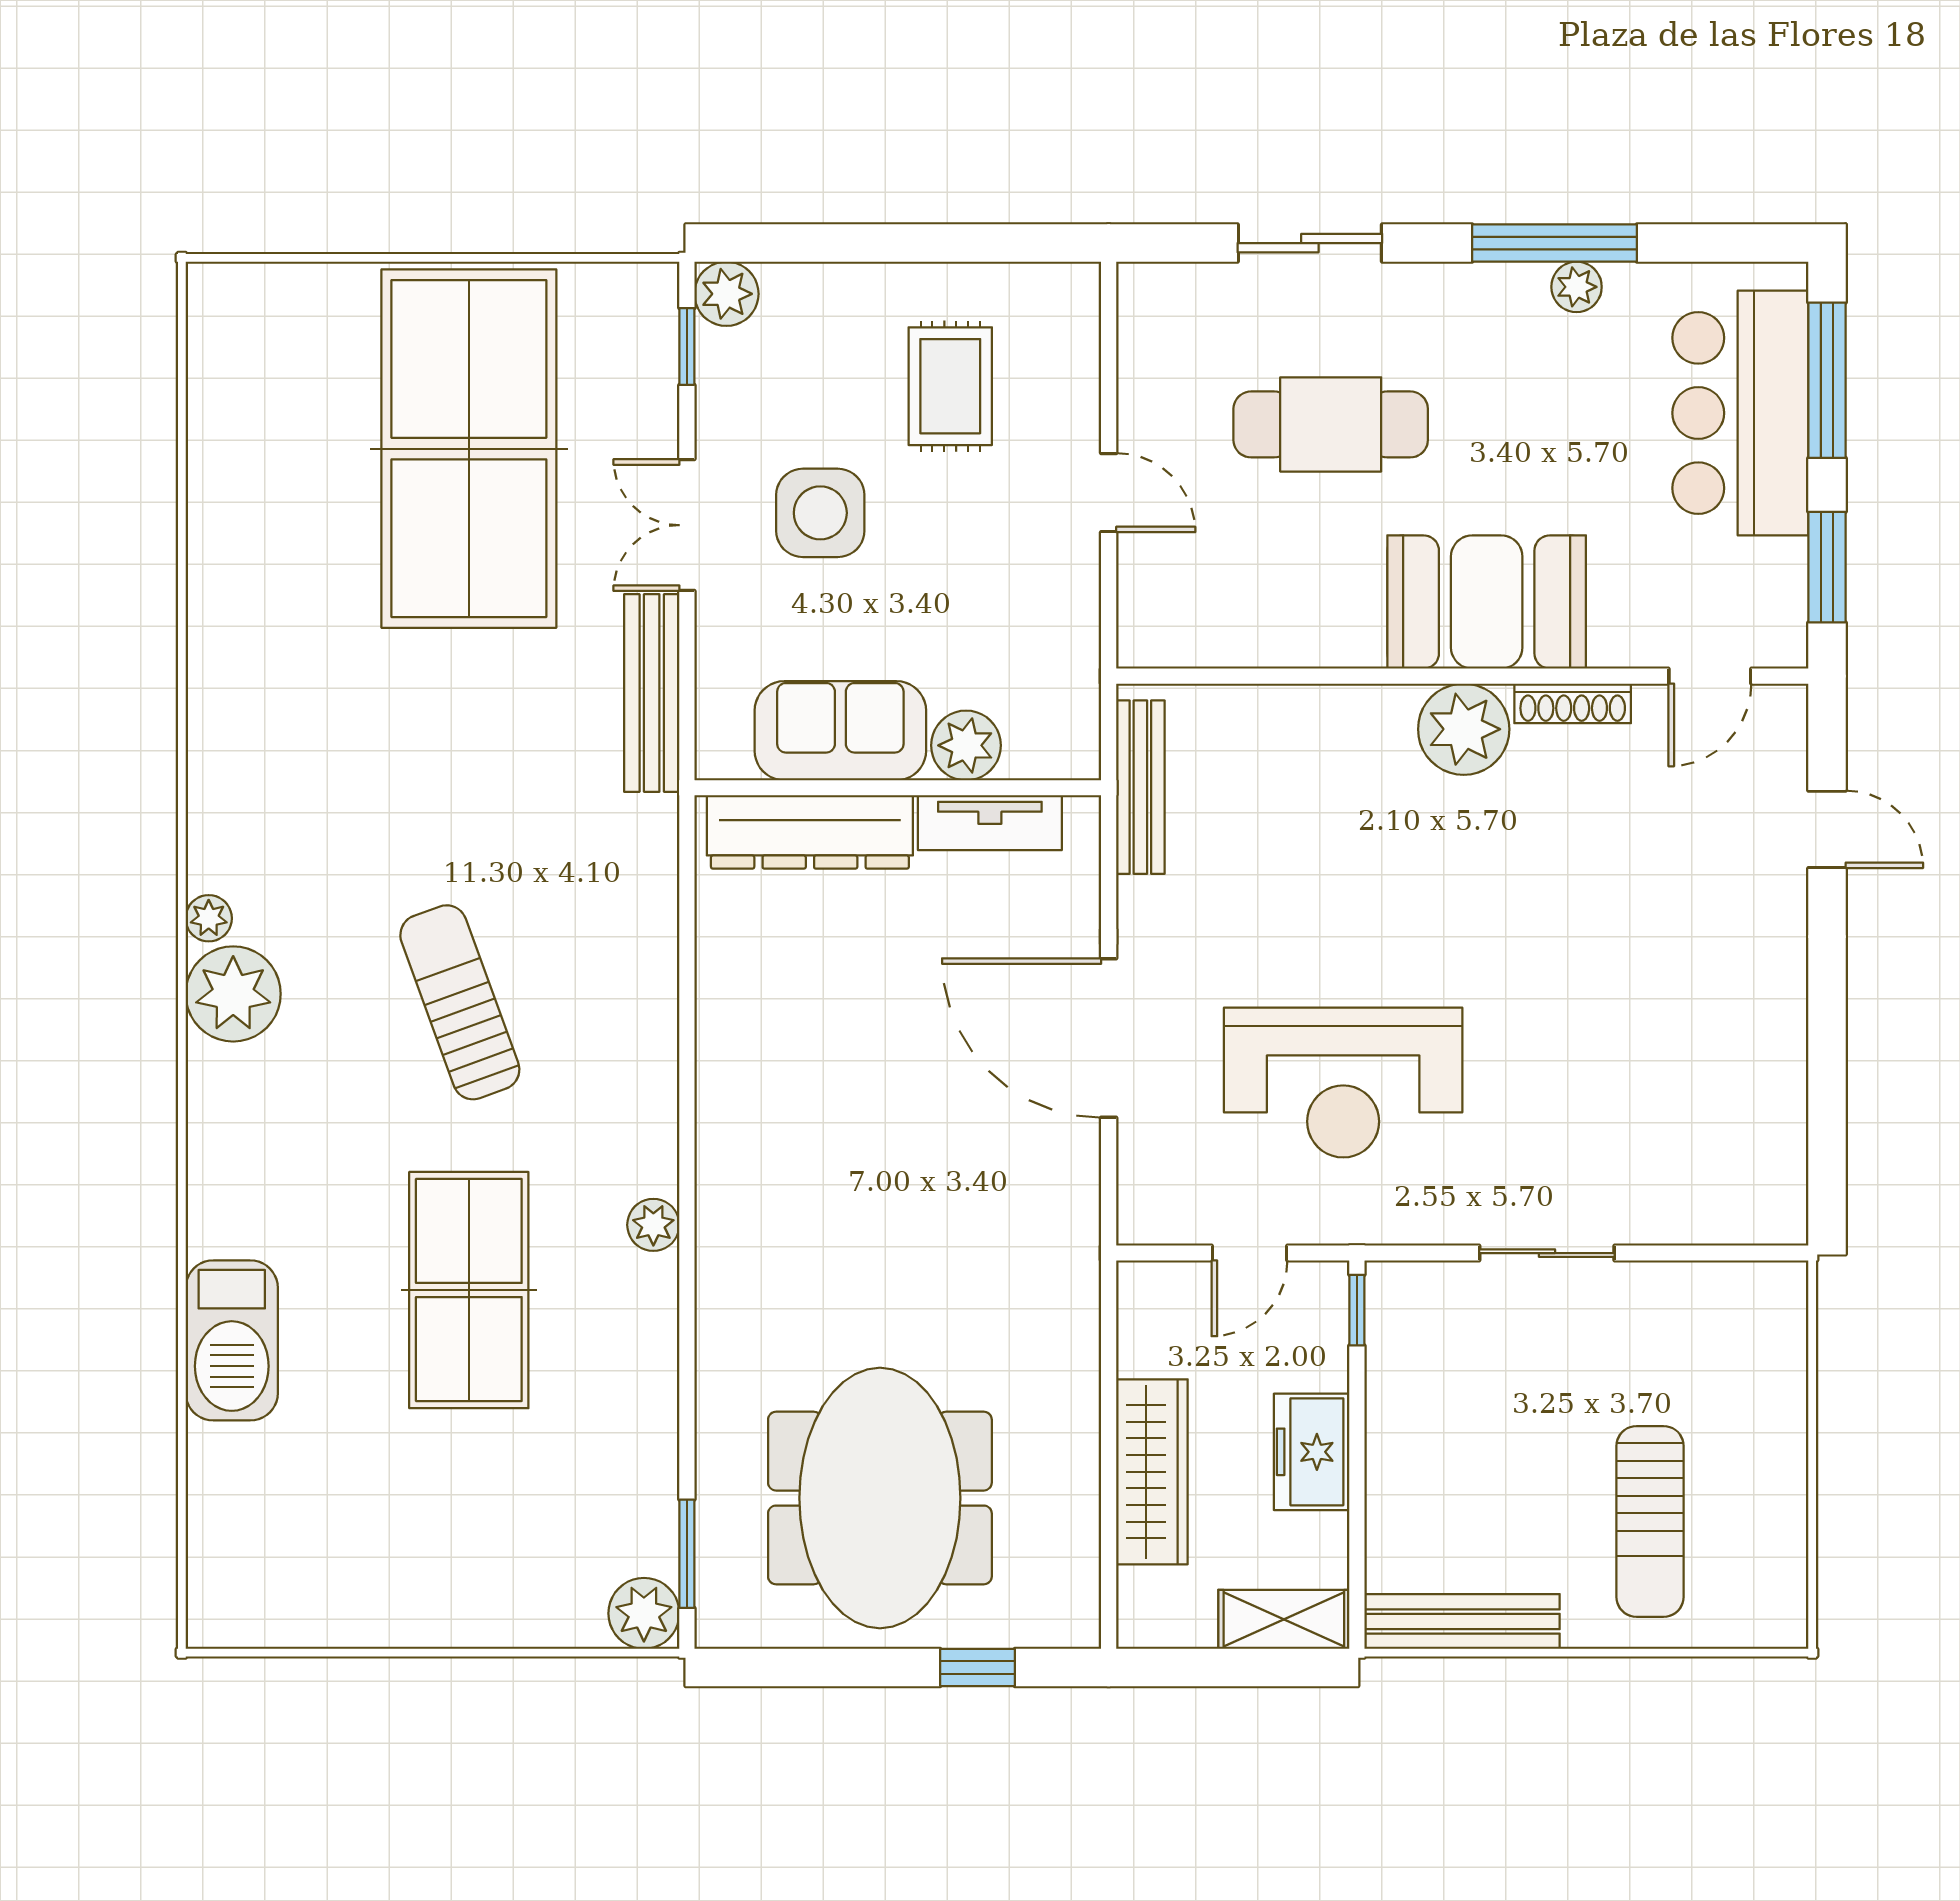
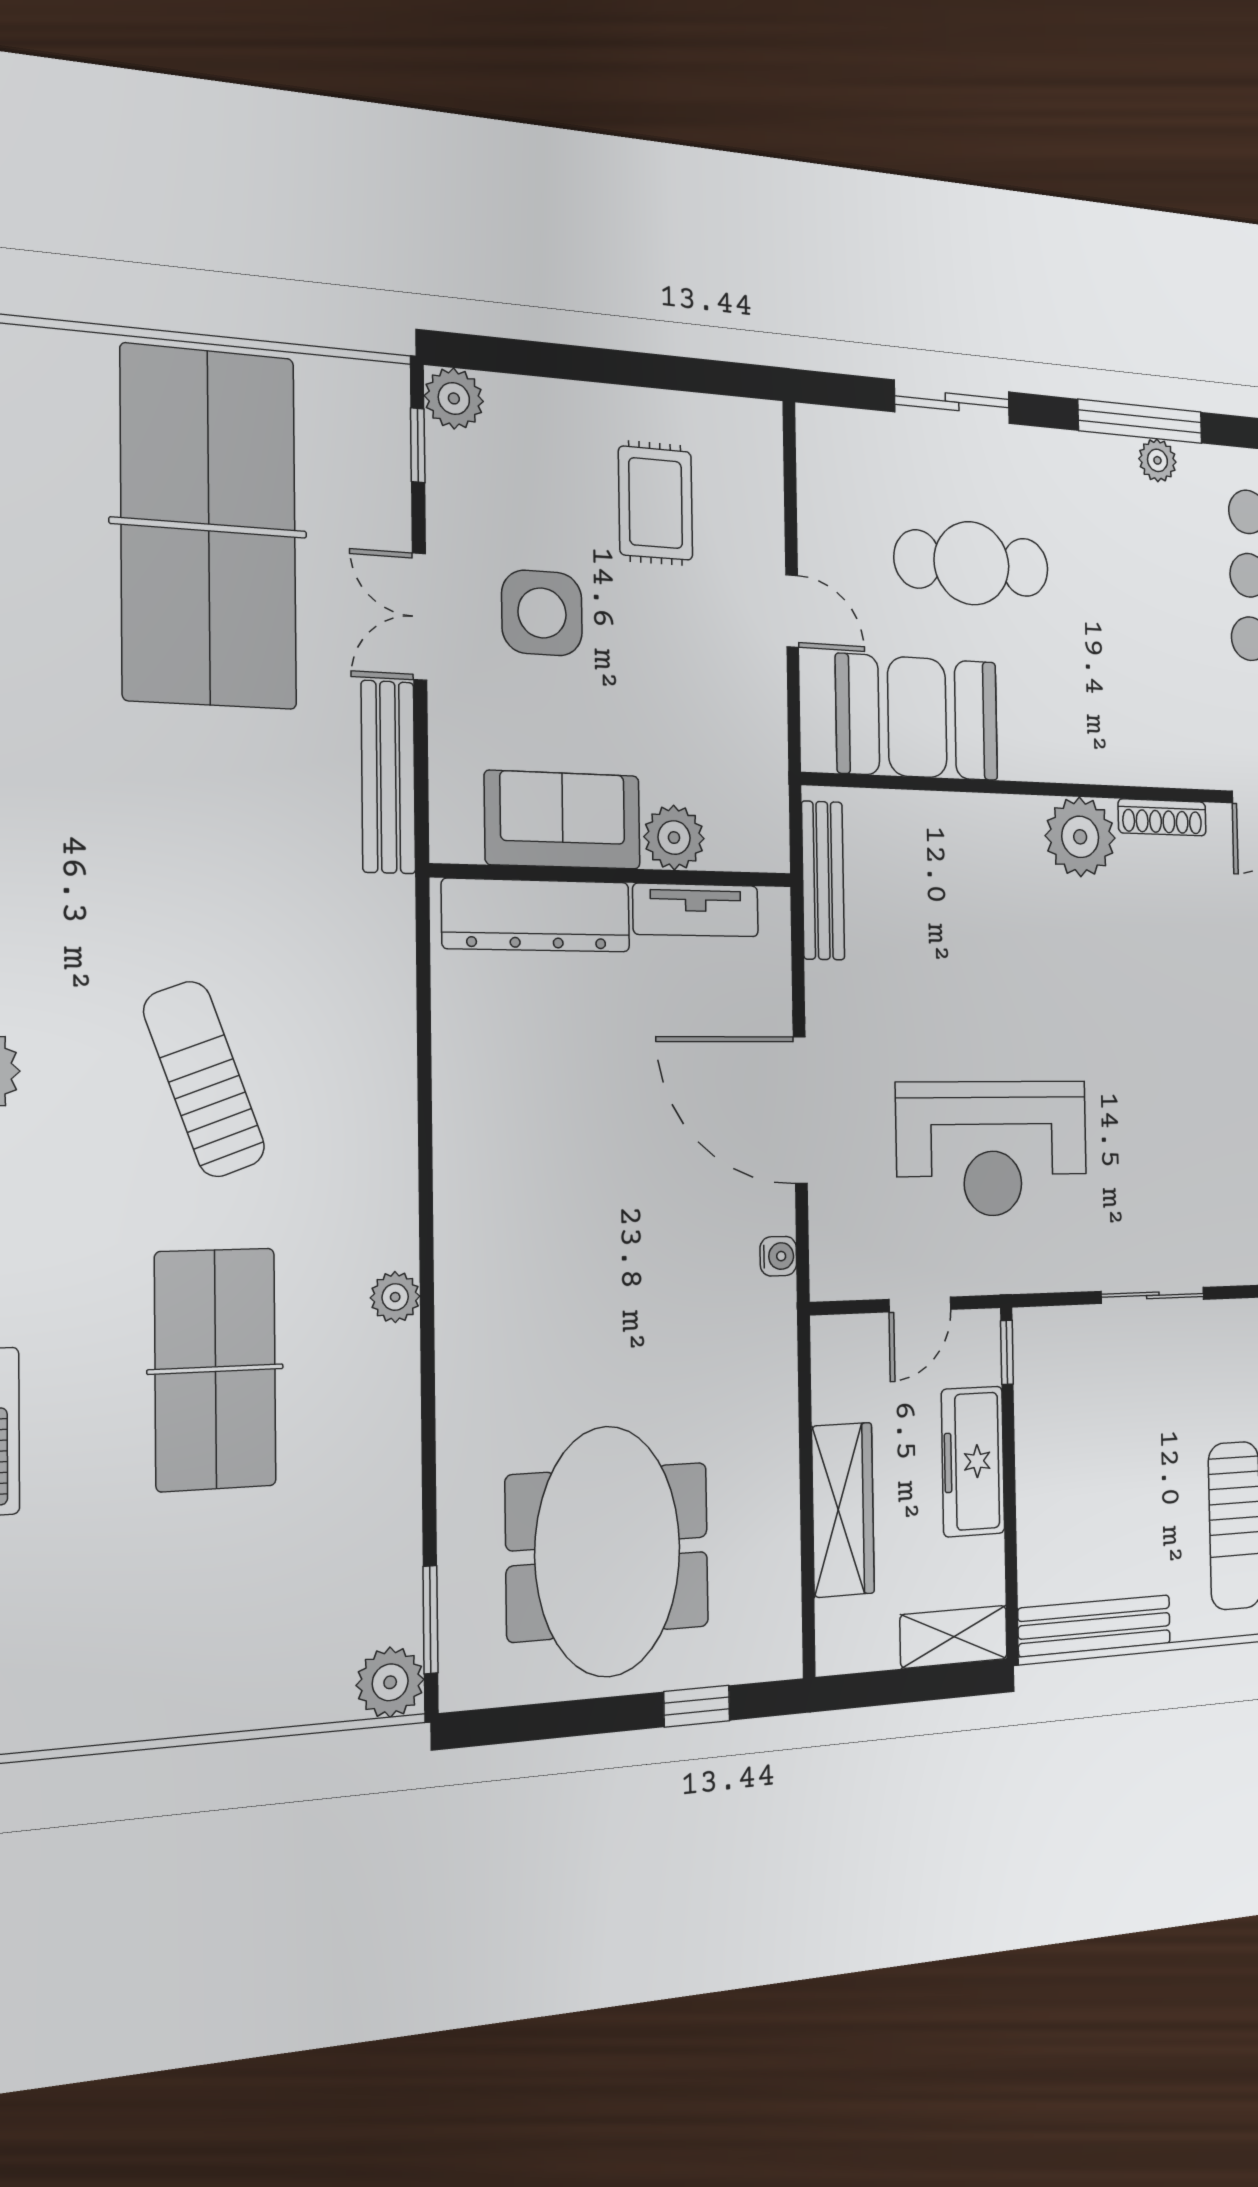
booth: (1487, 602) -> (917, 717), moved
water cooler: (1080, 1195) -> (778, 1256), added
freezer: (1312, 1452) -> (973, 1461), width x1.40

